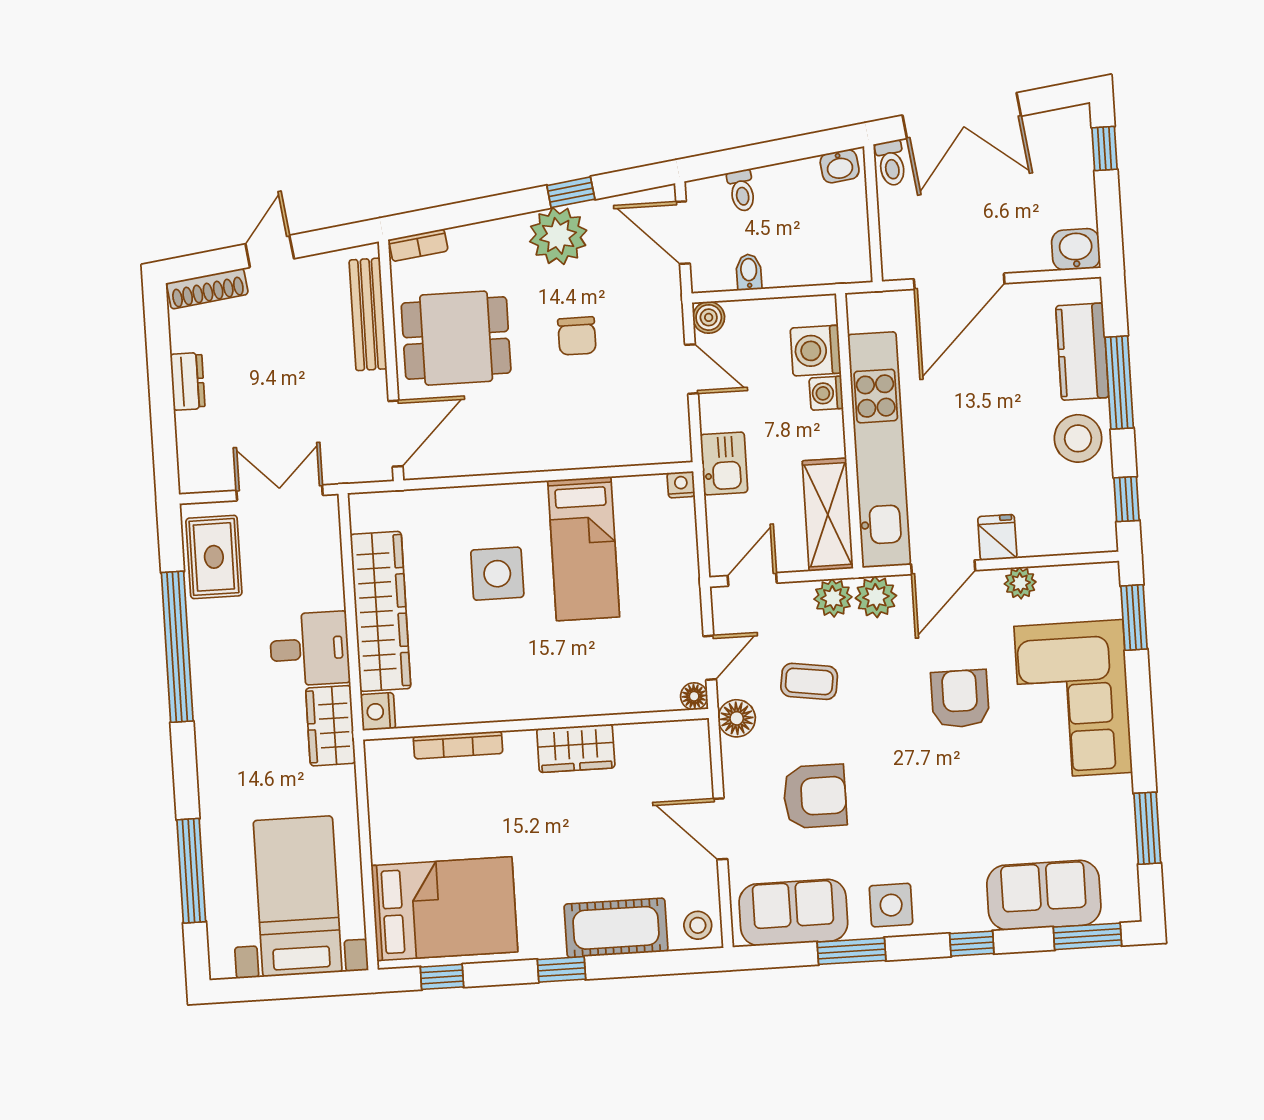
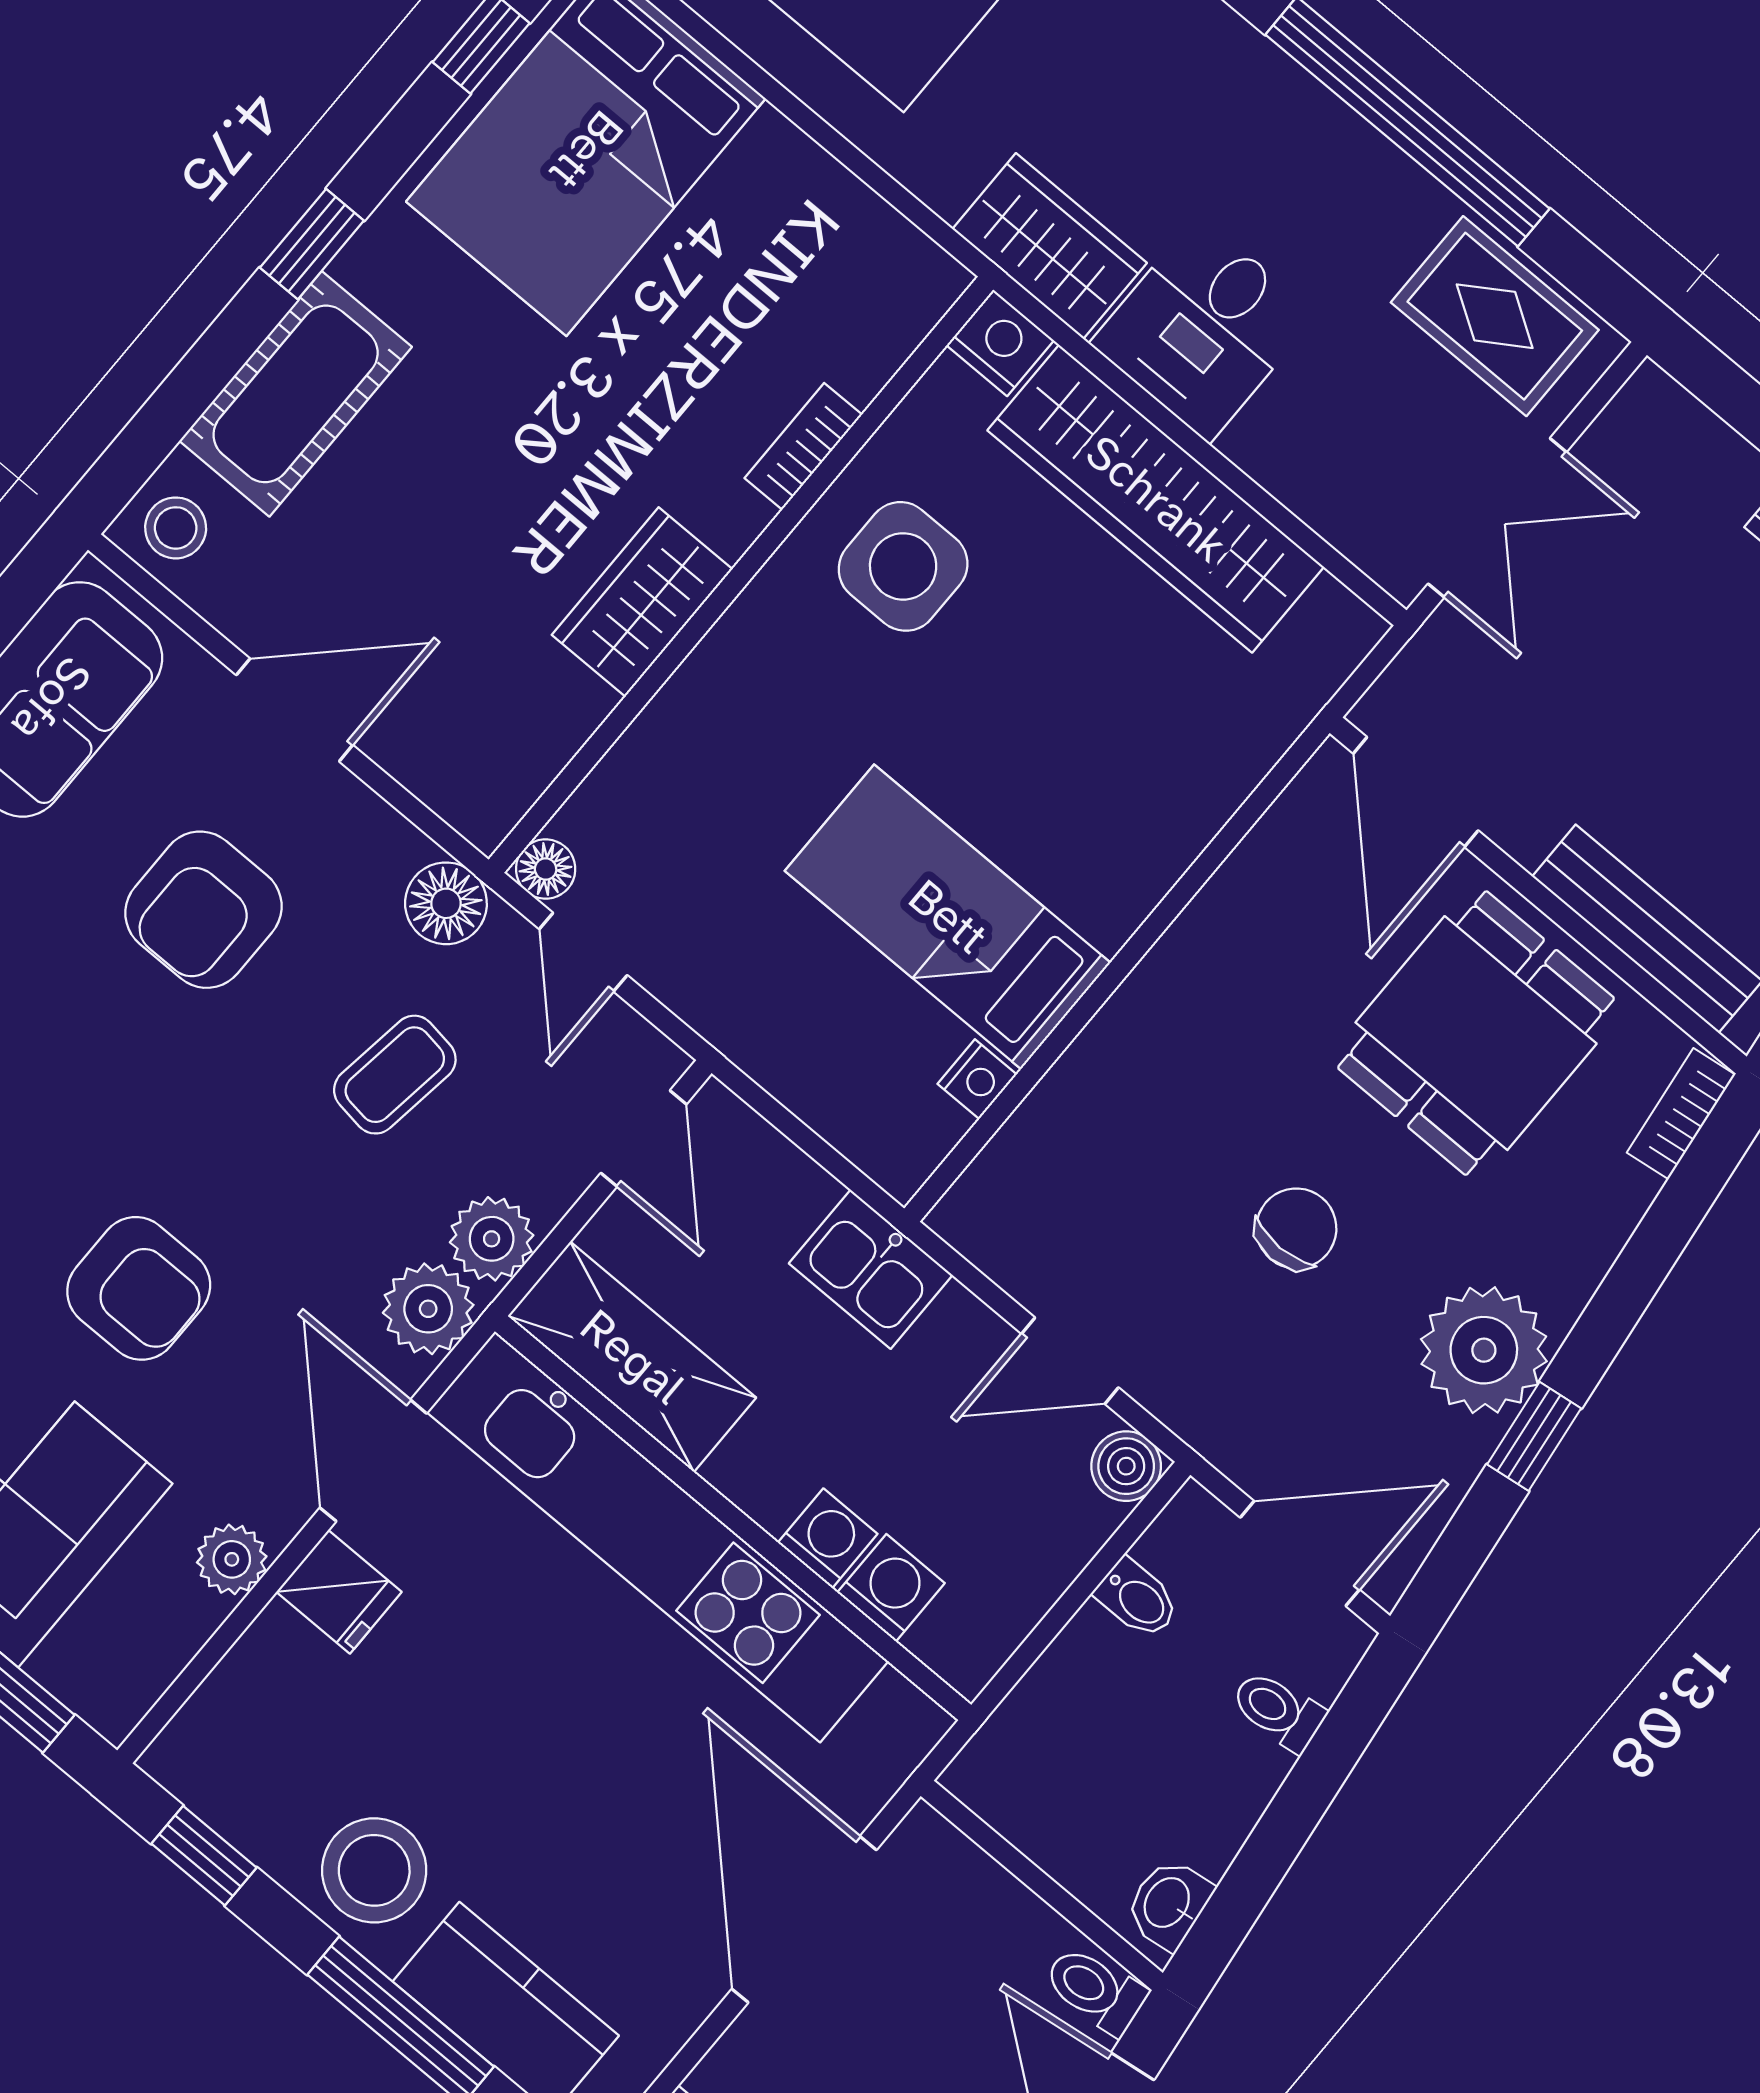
chair: (577, 336) -> (1296, 1228), turned 90
washing machine: (816, 351) -> (891, 1588), width x0.73, depth x0.73
nightstand: (681, 485) -> (977, 1079), moved
side table: (497, 574) -> (903, 566), moved
bookcase: (458, 745) -> (803, 446), width x0.64

